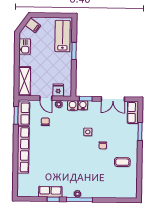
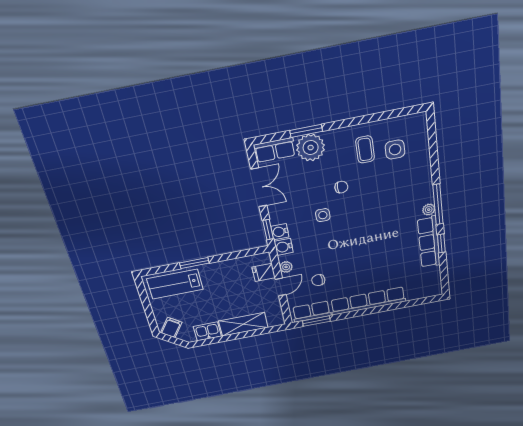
shelving: (24, 81) -> (243, 324), moved
plant: (130, 132) -> (311, 148), added
side table: (119, 179) -> (395, 149), added
row of seats: (50, 192) -> (429, 242), width x1.48

